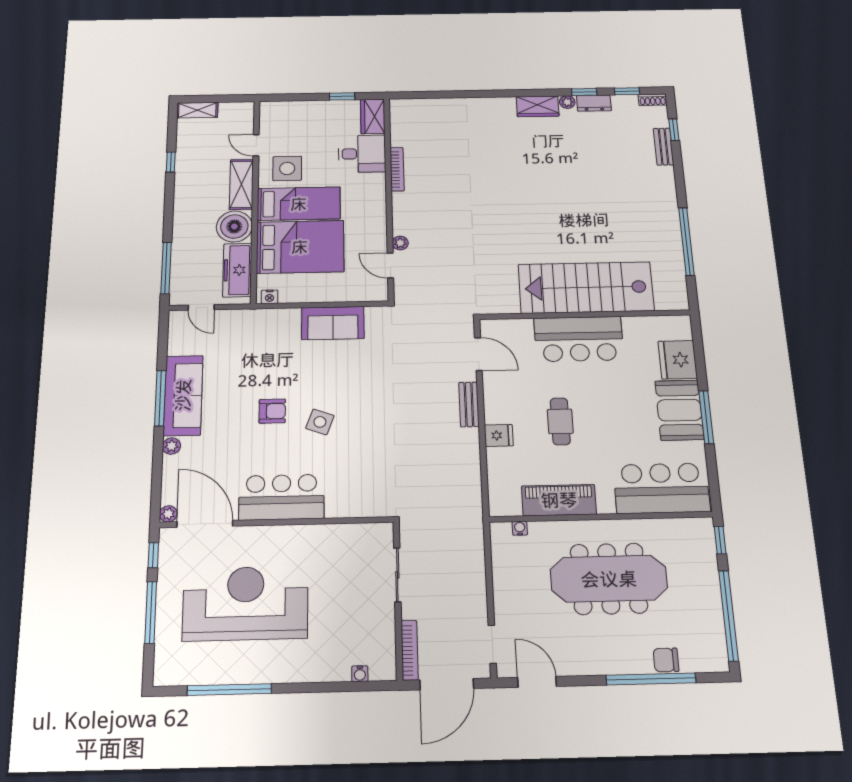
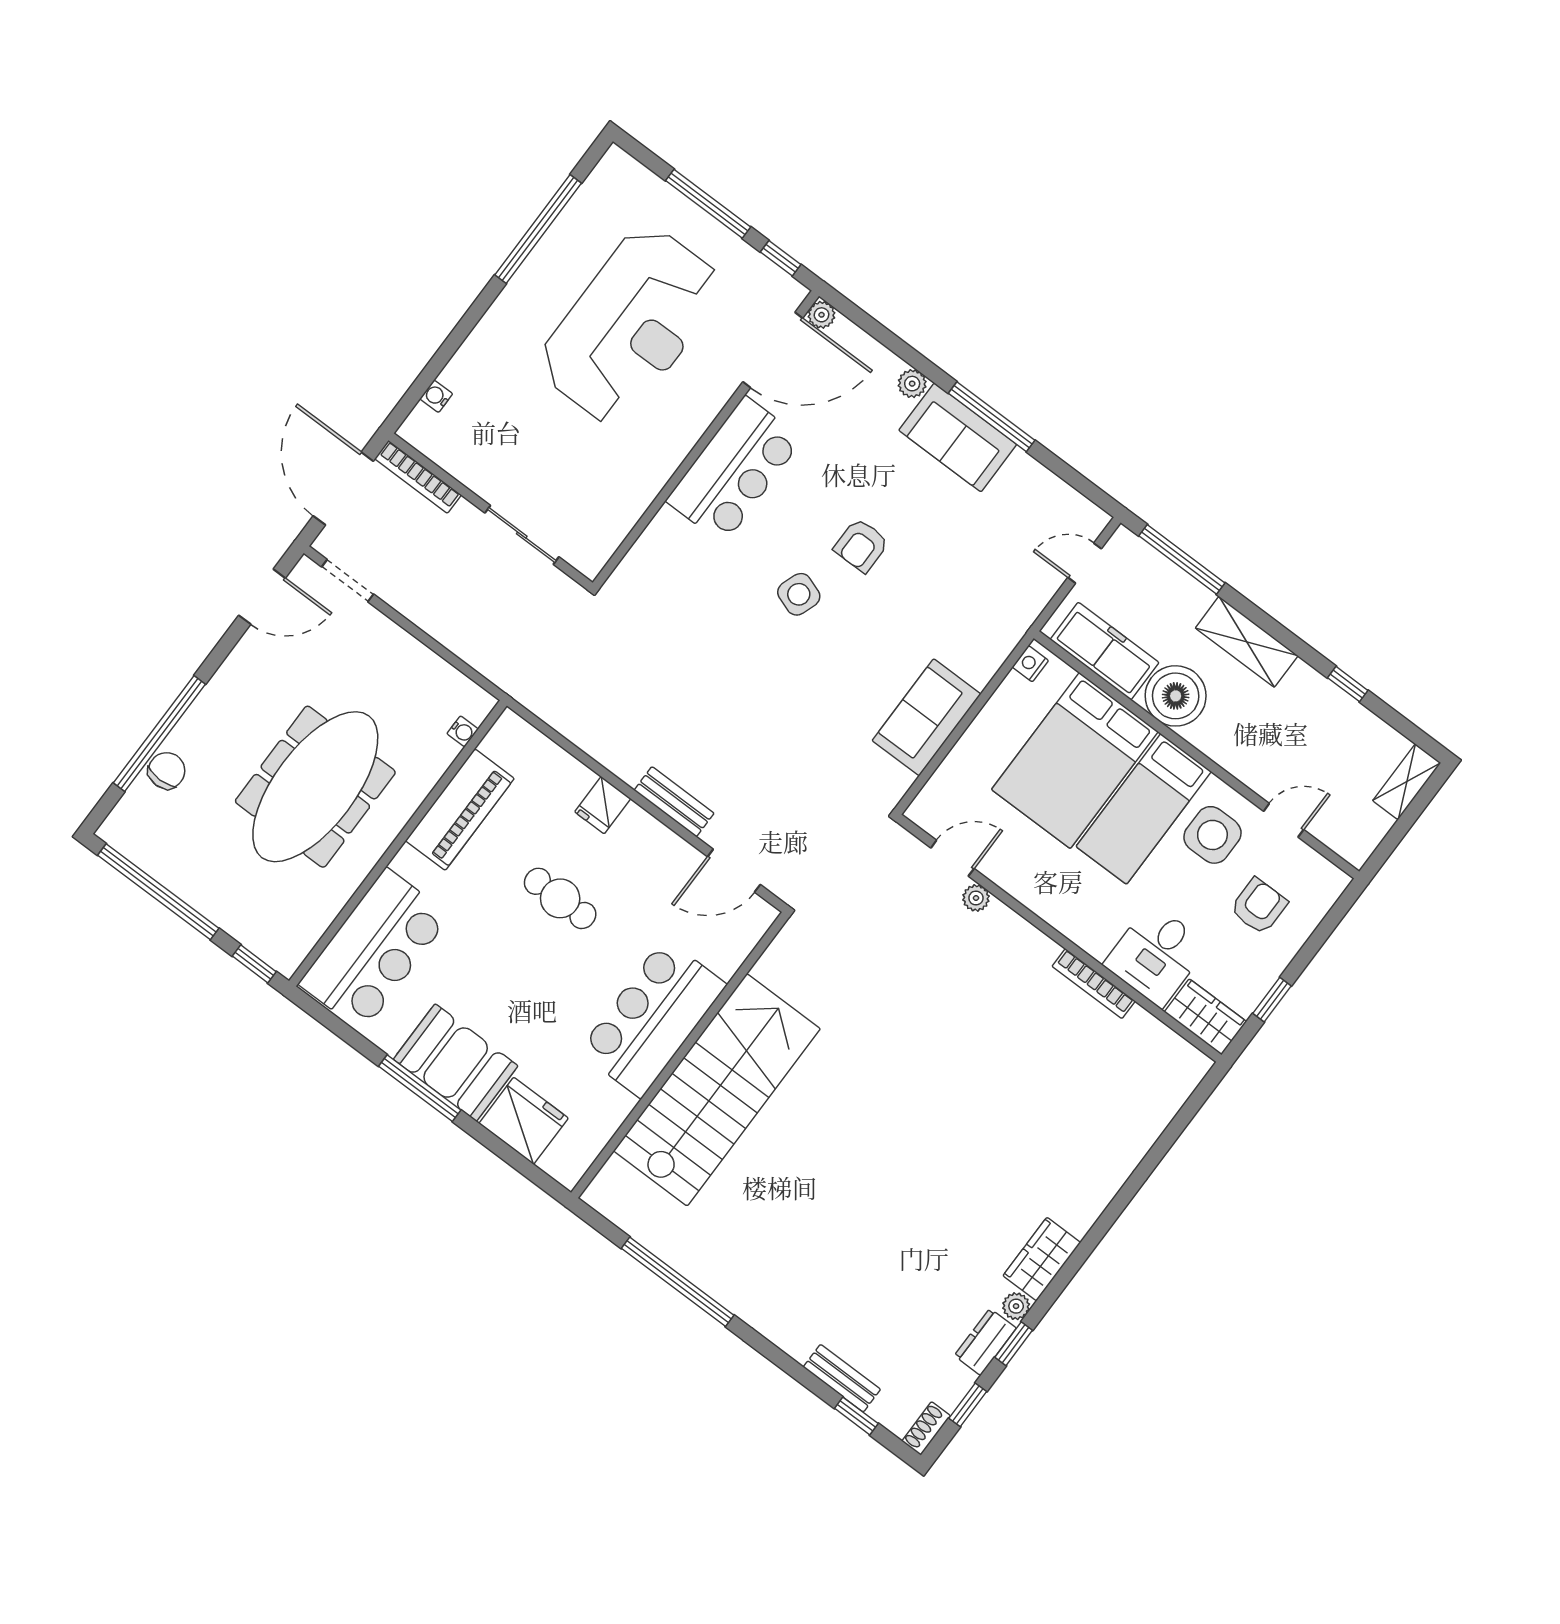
armchair: (304, 129) -> (1259, 906), added
shelving: (241, 184) -> (1247, 642), moved
sofa: (183, 395) -> (958, 437), width x0.73

